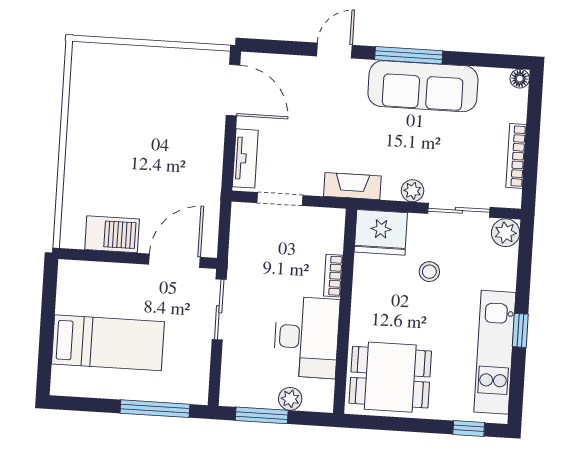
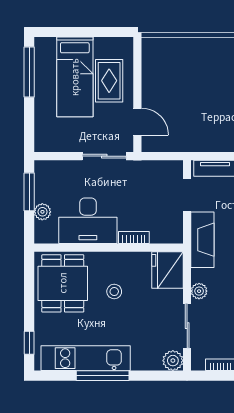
fireplace: (352, 186) -> (202, 240), width x1.37, depth x1.32
barbecue: (112, 234) -> (154, 75), removed
door: (175, 261) -> (137, 122), width x0.73
stool: (429, 272) -> (114, 292), moved
rug: (116, 296) -> (109, 81), added
window: (520, 330) -> (103, 376), width x2.17
window: (155, 409) -> (29, 72), moved

